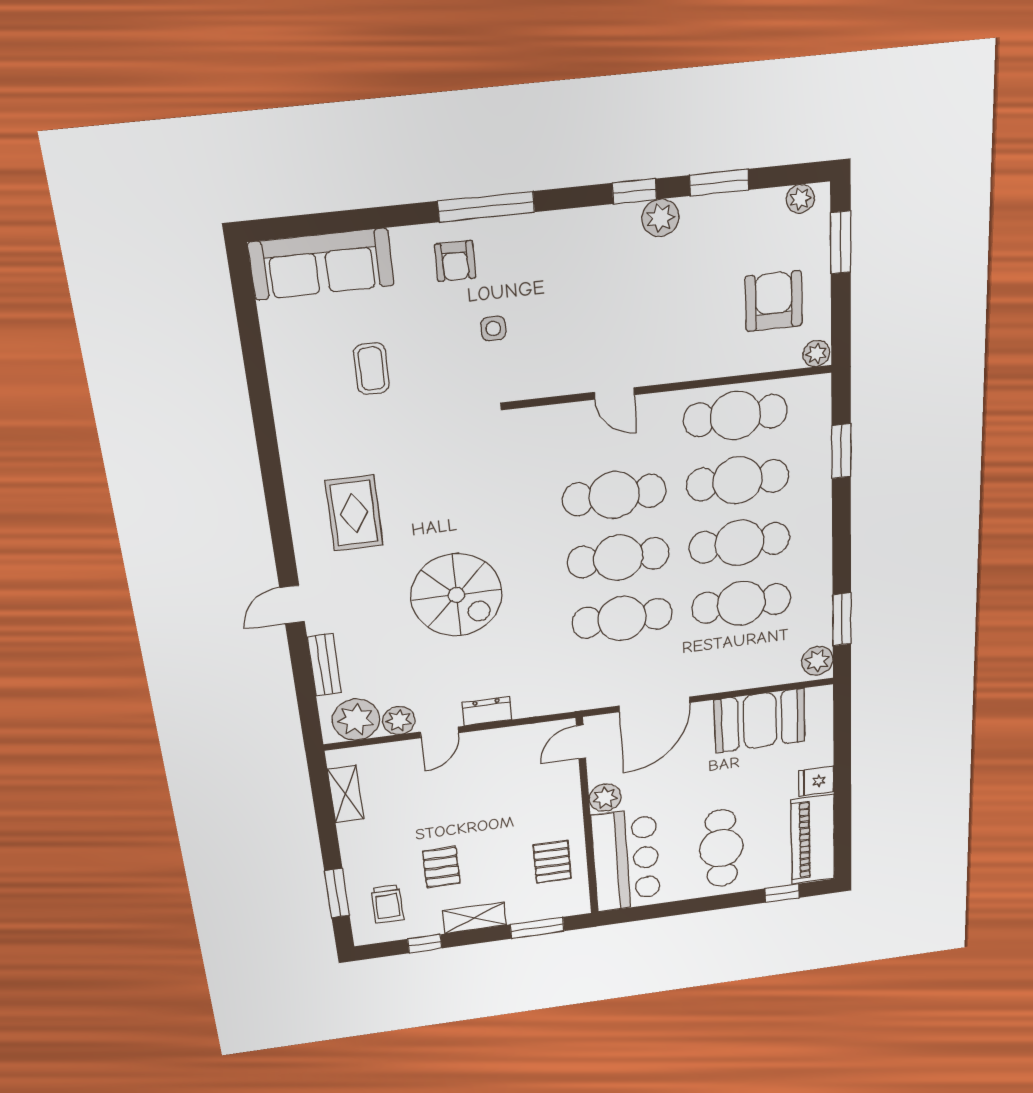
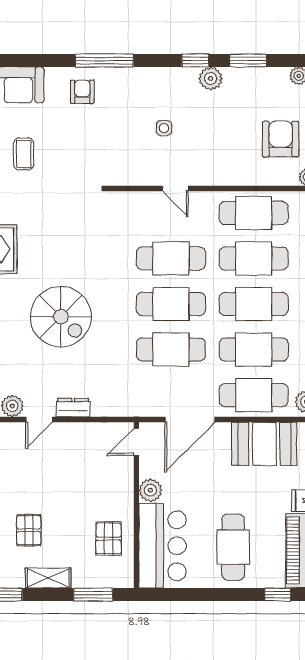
armchair: (455, 261) -> (82, 92), turned 180
side table: (493, 328) -> (164, 128), moved
cafe table: (743, 662) -> (254, 395), added

